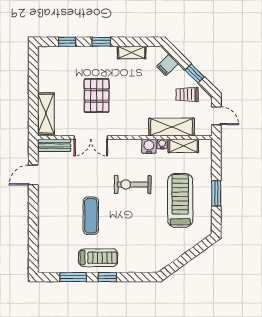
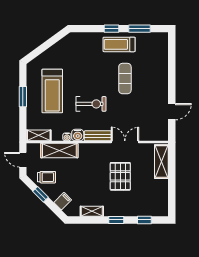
bench: (54, 145) -> (98, 136), moved
shelving: (183, 146) -> (39, 135), moved

